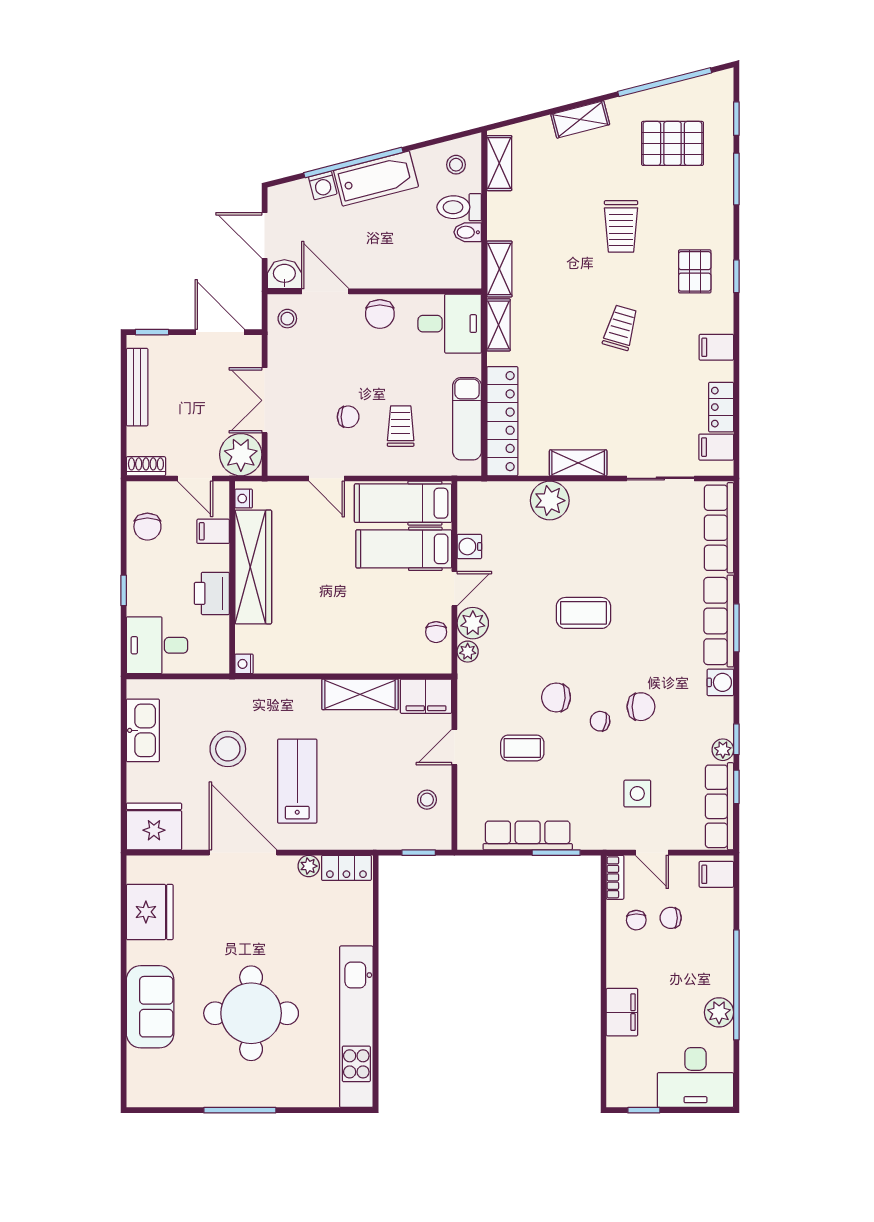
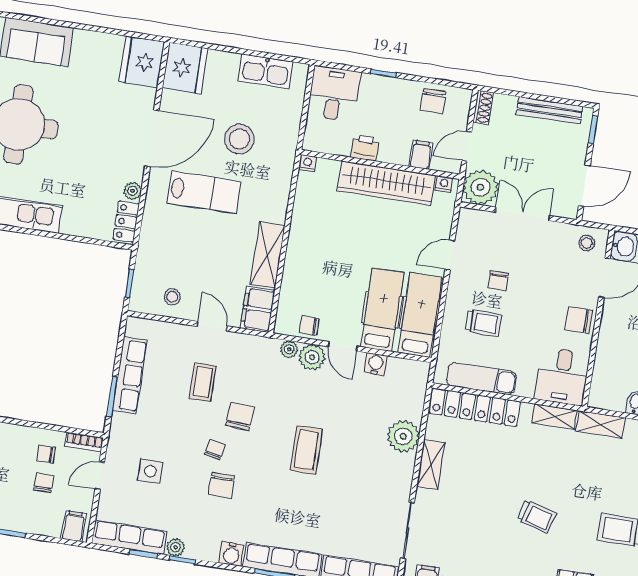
chair: (147, 527) -> (433, 101), turned -90
printer: (212, 593) -> (365, 148), width x0.73, depth x0.81
fridge: (150, 912) -> (142, 62), moved, turned 90

